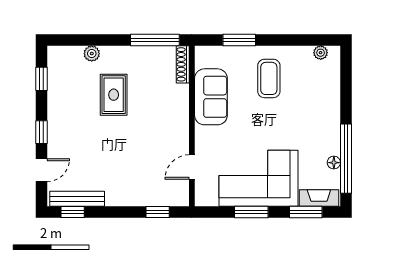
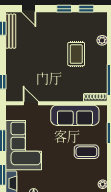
rug: (114, 95) -> (76, 54), turned 90
sofa: (211, 97) -> (75, 115), width x1.36
window: (41, 132) -> (64, 9), moved

